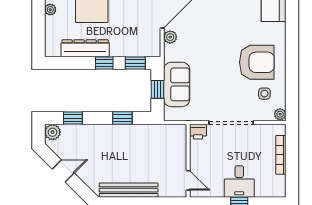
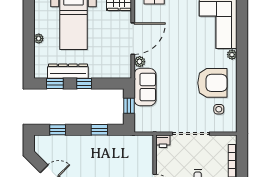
window: (135, 63) -> (55, 84), moved
sofa: (177, 84) -> (145, 87), moved
plant: (280, 114) -> (232, 55), moved
plant: (53, 132) -> (41, 142), removed

